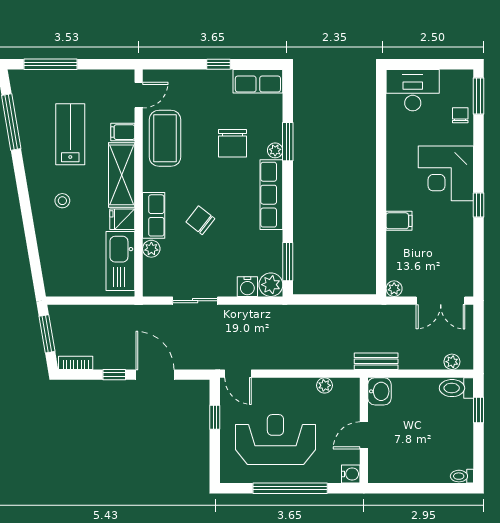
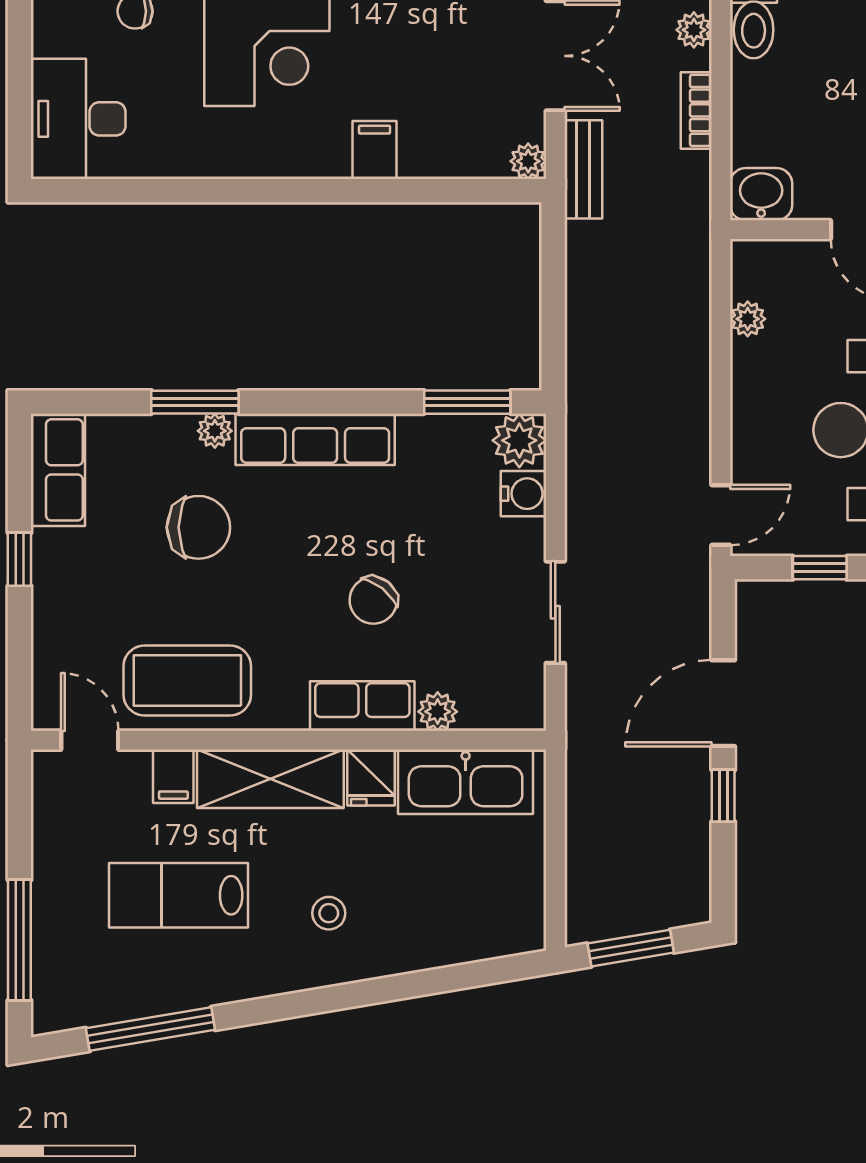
bench: (376, 361) -> (583, 169), moved
bookcase: (76, 363) -> (696, 110), moved

